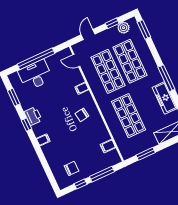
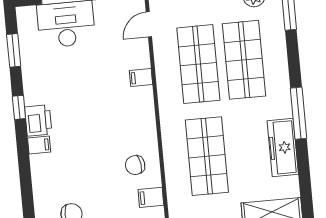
door: (76, 60) -> (149, 24), hinge flipped
chair: (82, 115) -> (135, 165), moved
printer: (33, 116) -> (38, 120), moved

